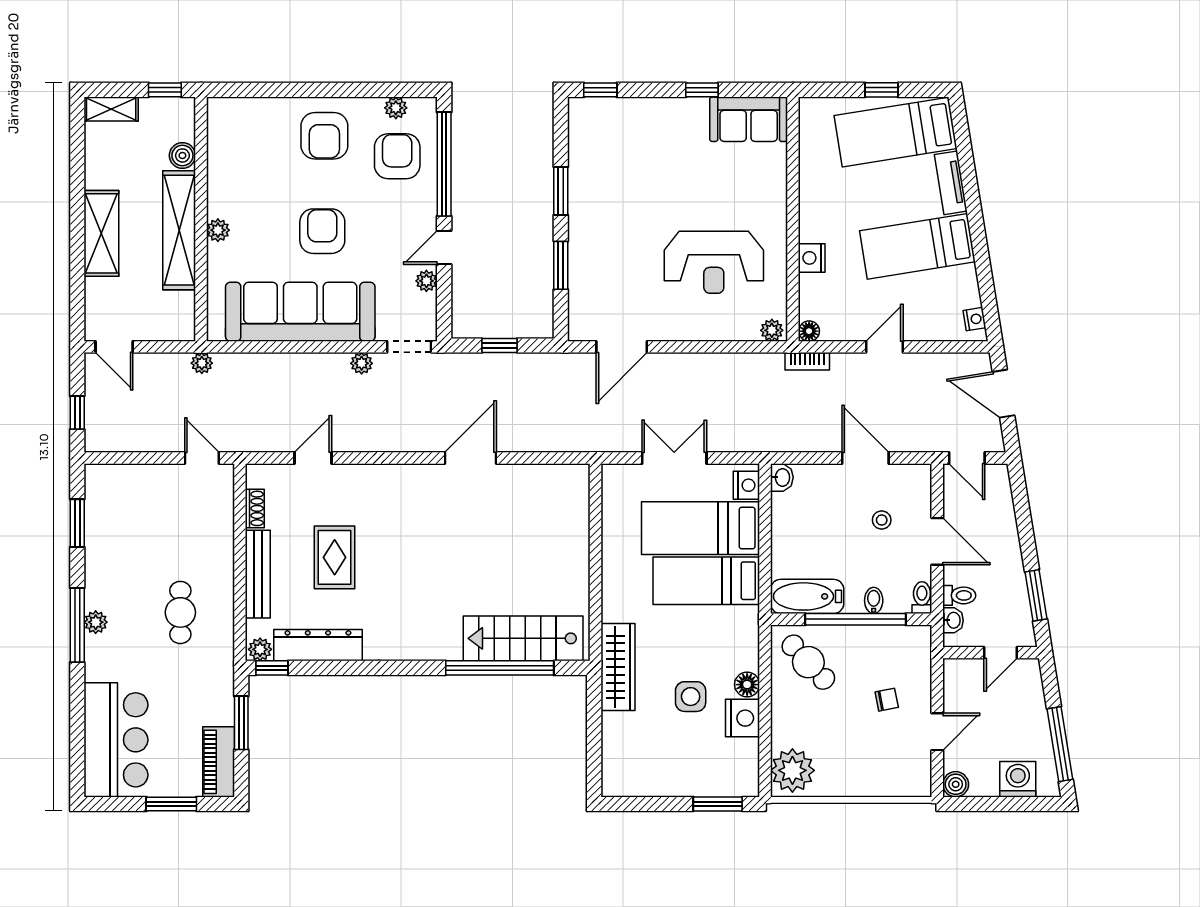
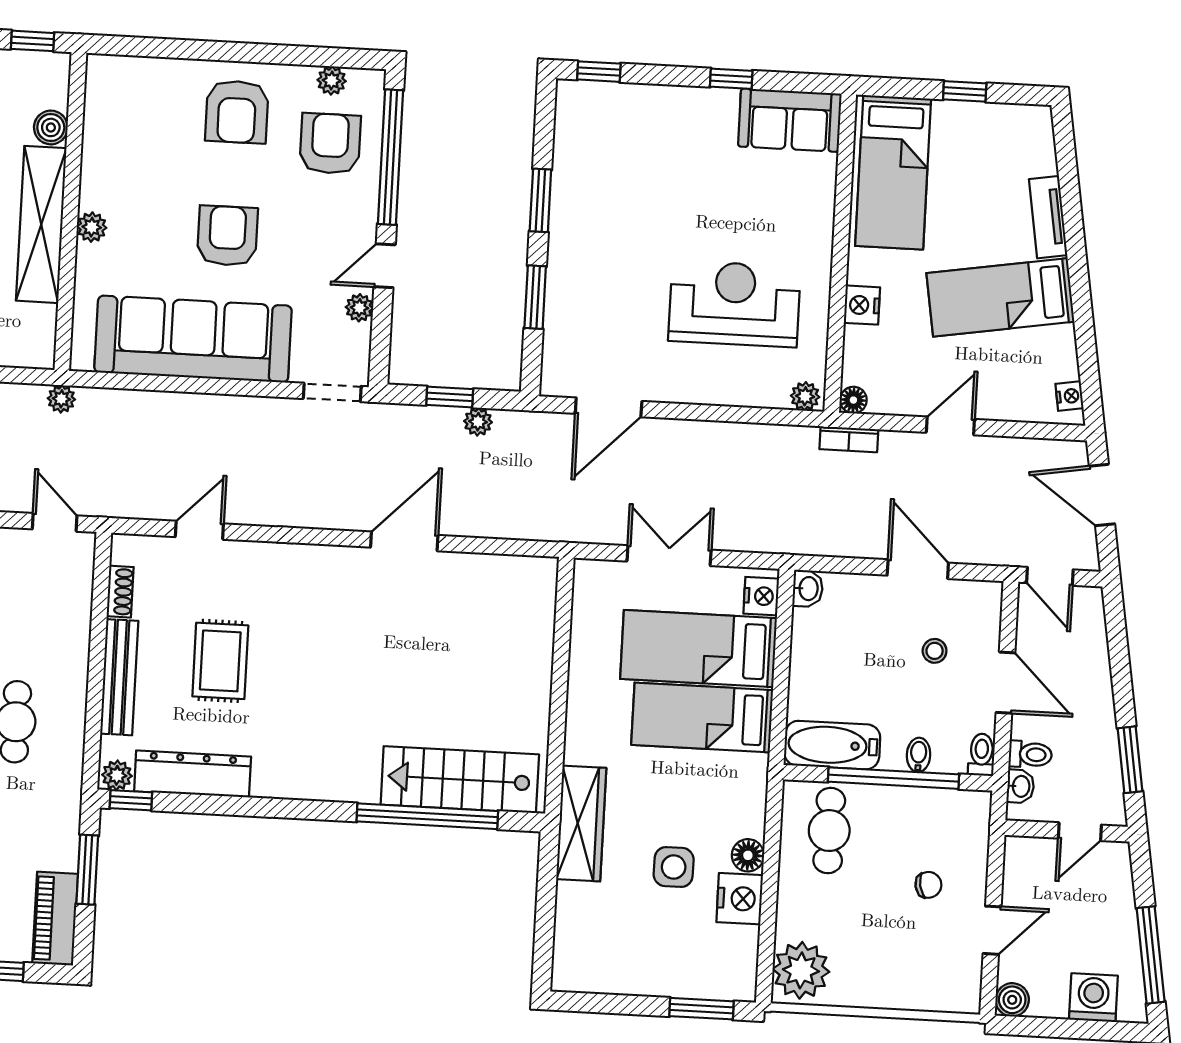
bed: (896, 132) -> (893, 172), moved, turned -81
reception desk: (714, 262) -> (734, 304), turned 180
plant: (362, 363) -> (478, 422), moved
cafe table: (808, 662) -> (829, 831), turned 43

